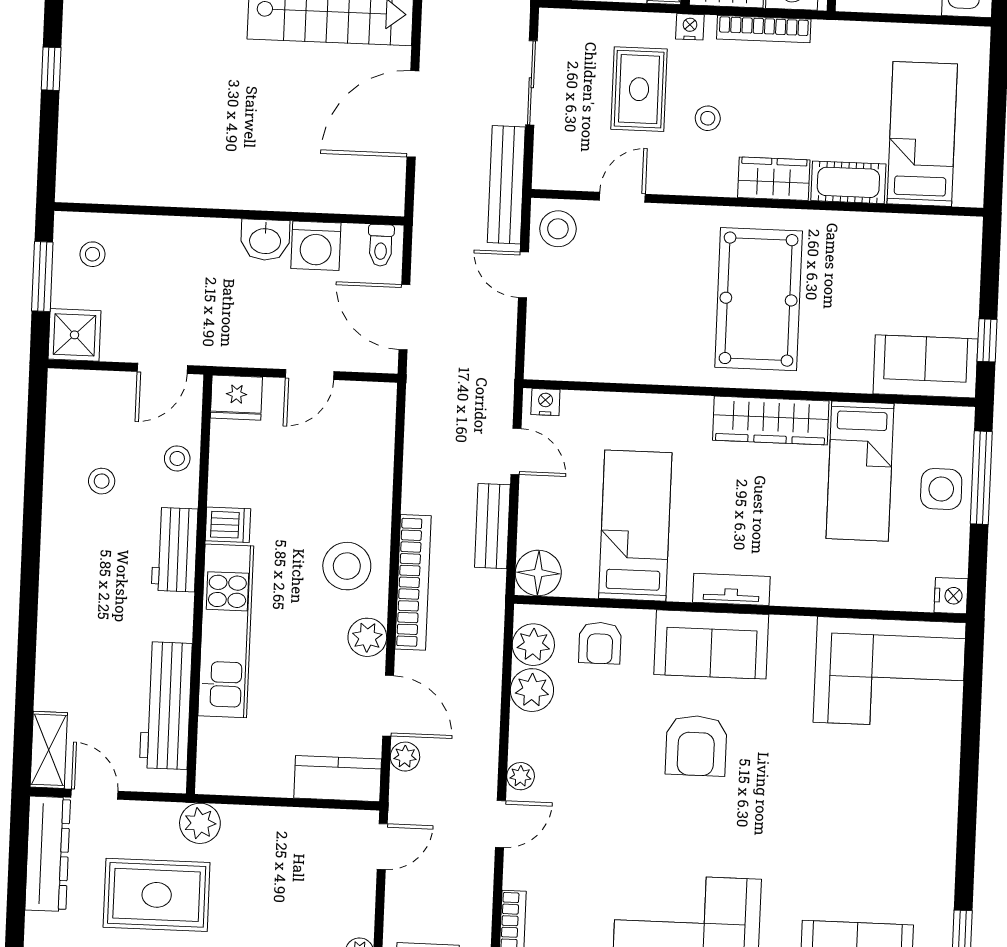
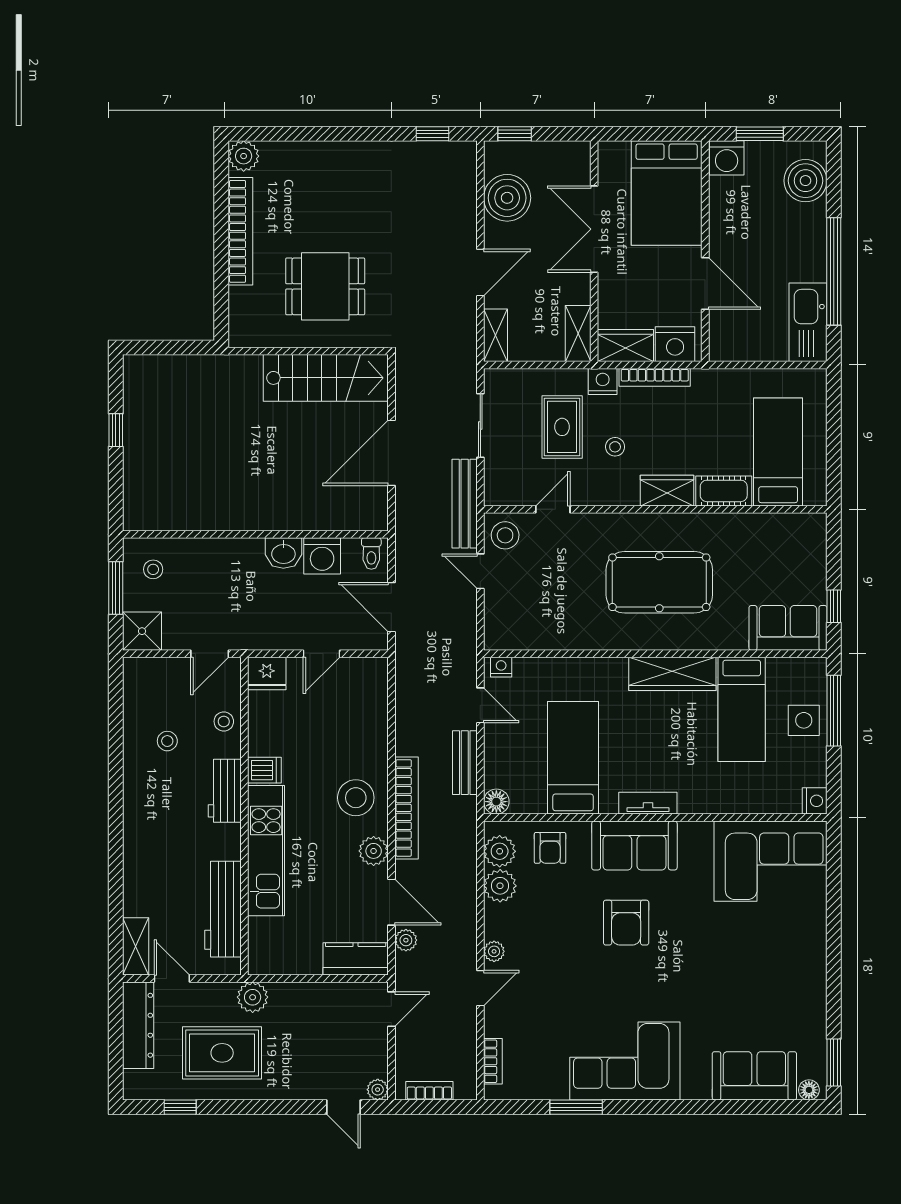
nightstand: (690, 27) -> (603, 382), width x1.39, depth x1.35
pool table: (759, 299) -> (659, 582), turned 90
floor lamp: (538, 573) -> (496, 802), width x0.73, depth x0.73

